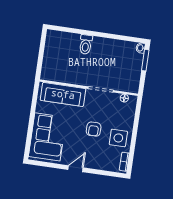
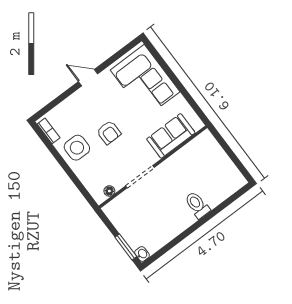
sofa: (63, 94) -> (171, 136), width x0.73
armchair: (94, 129) -> (109, 132), turned 180
door: (75, 169) -> (88, 78), swing flipped

